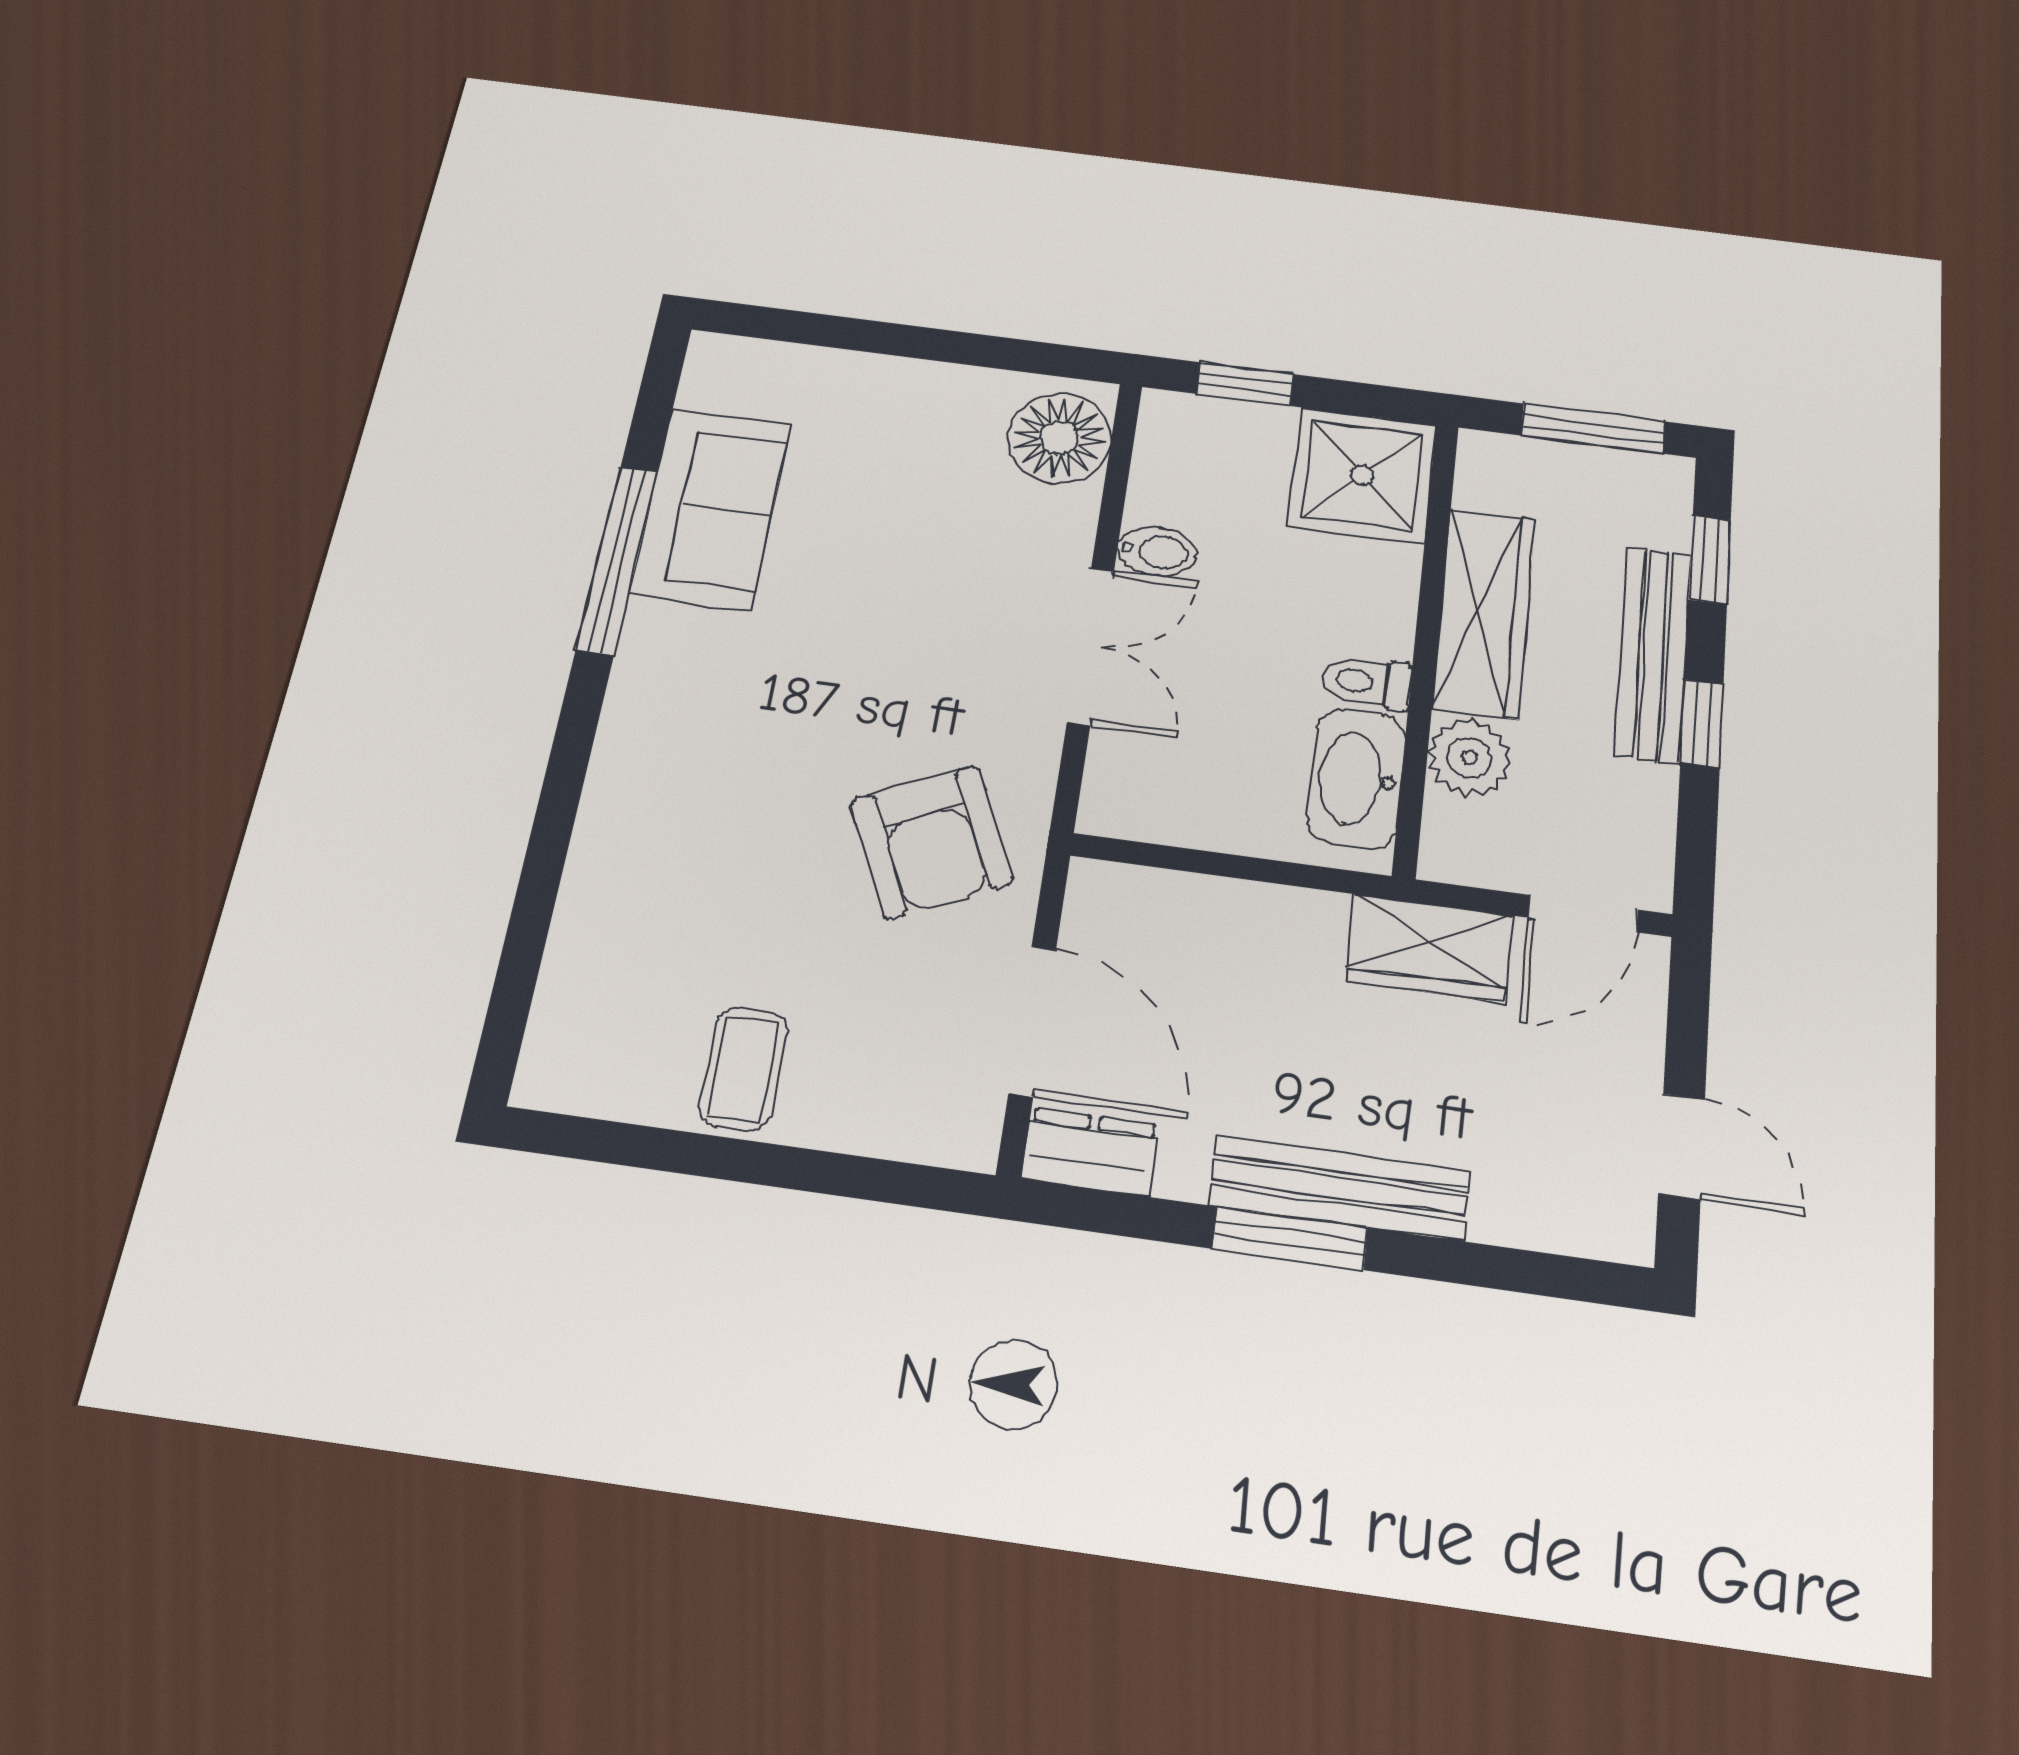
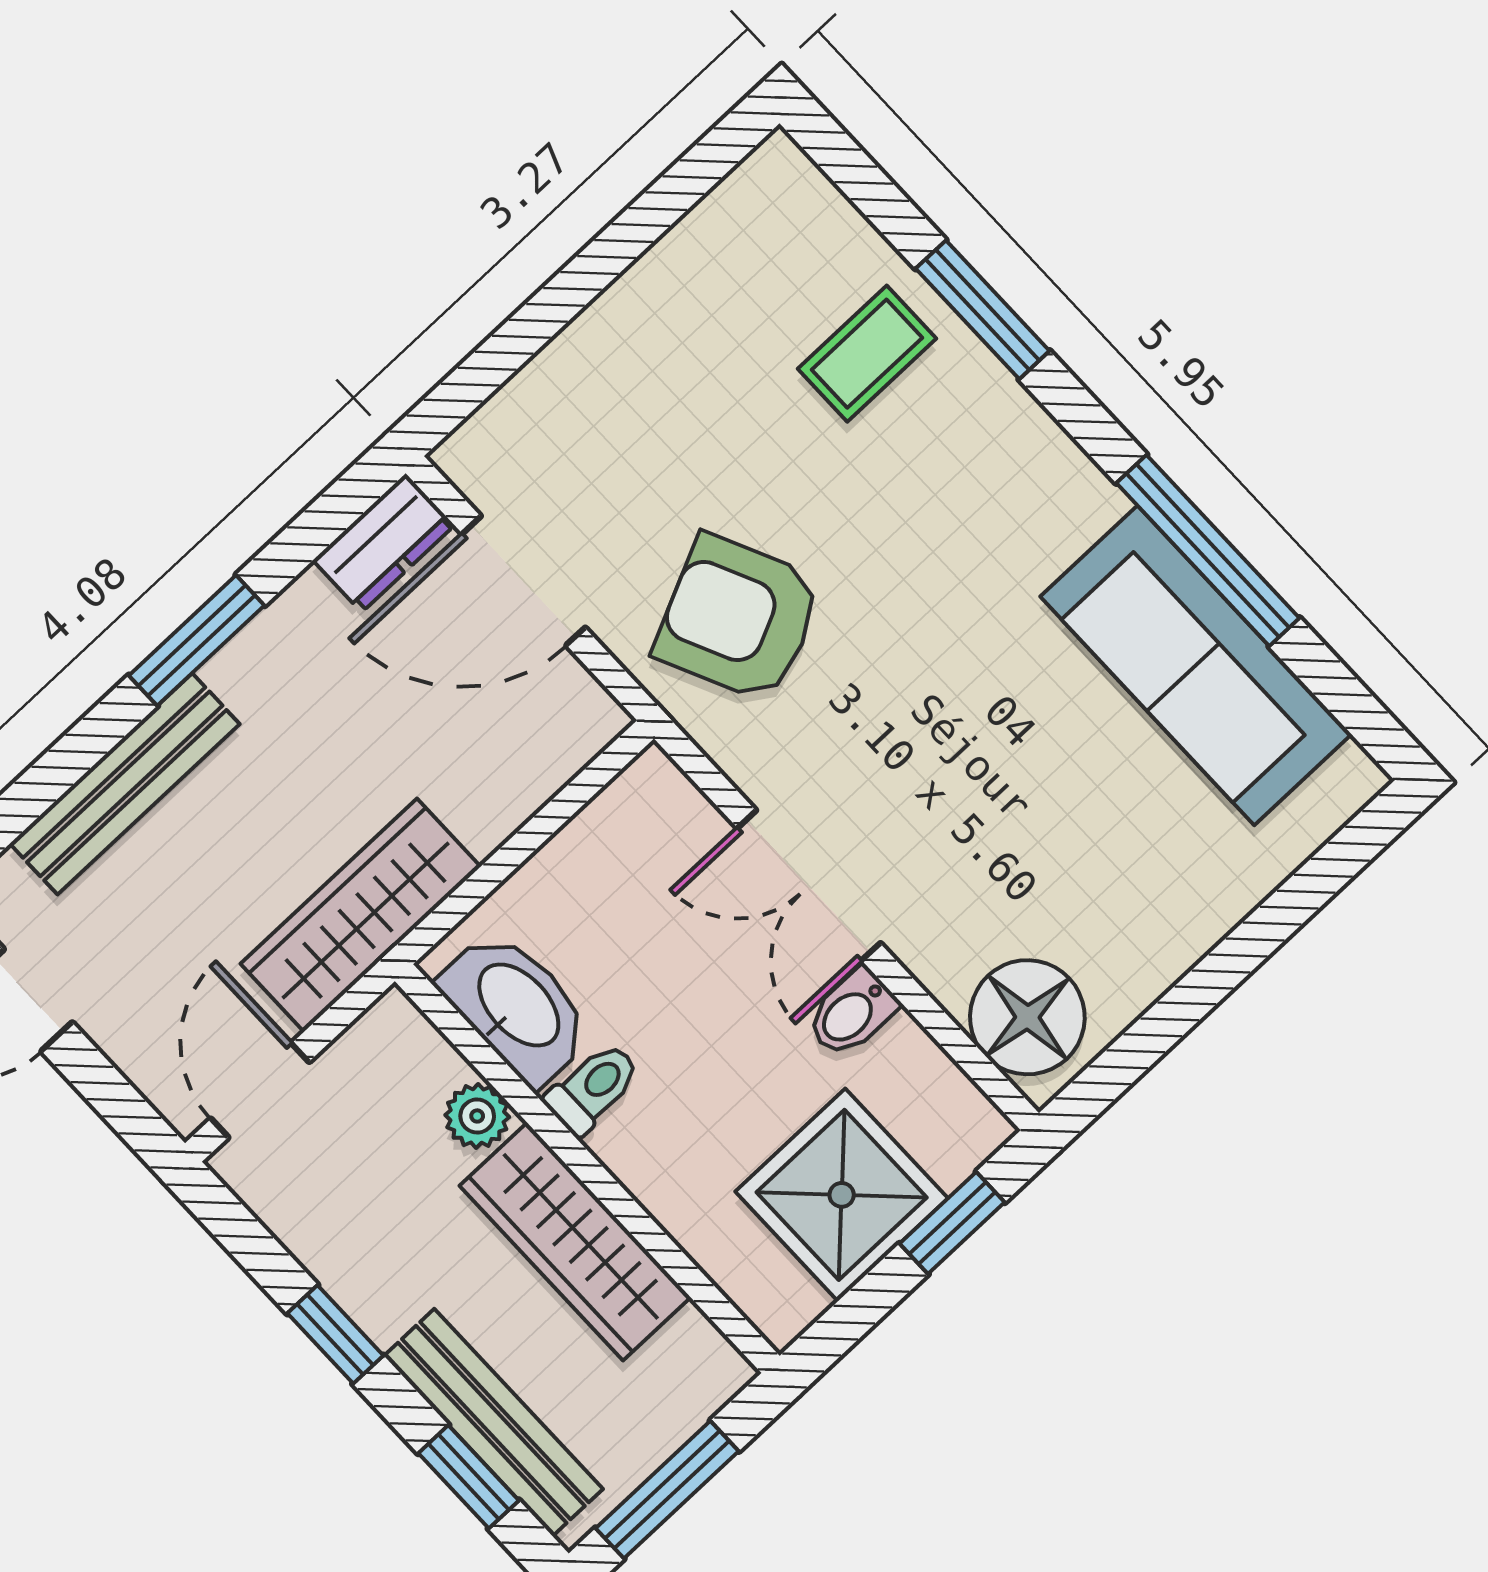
shower: (1362, 475) -> (842, 1195), moved
sofa: (711, 509) -> (1196, 665), width x1.36
bench: (1653, 654) -> (493, 1422), moved
plant: (1470, 758) -> (477, 1116), width x0.73, depth x0.73
window: (549, 844) -> (983, 310), added
wardrobe: (1429, 948) -> (360, 915), width x1.50
coffee table: (744, 1069) -> (867, 354), moved, turned 90
bench: (1339, 1188) -> (125, 784), moved

